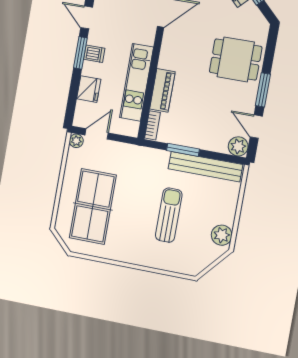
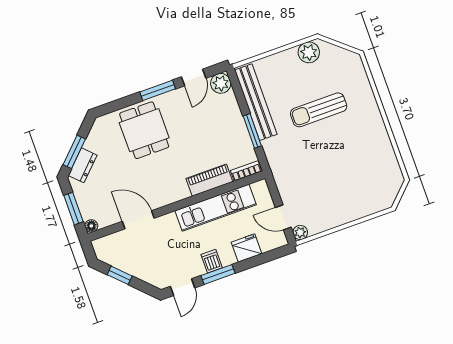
table tennis table: (93, 206) -> (351, 183), removed

